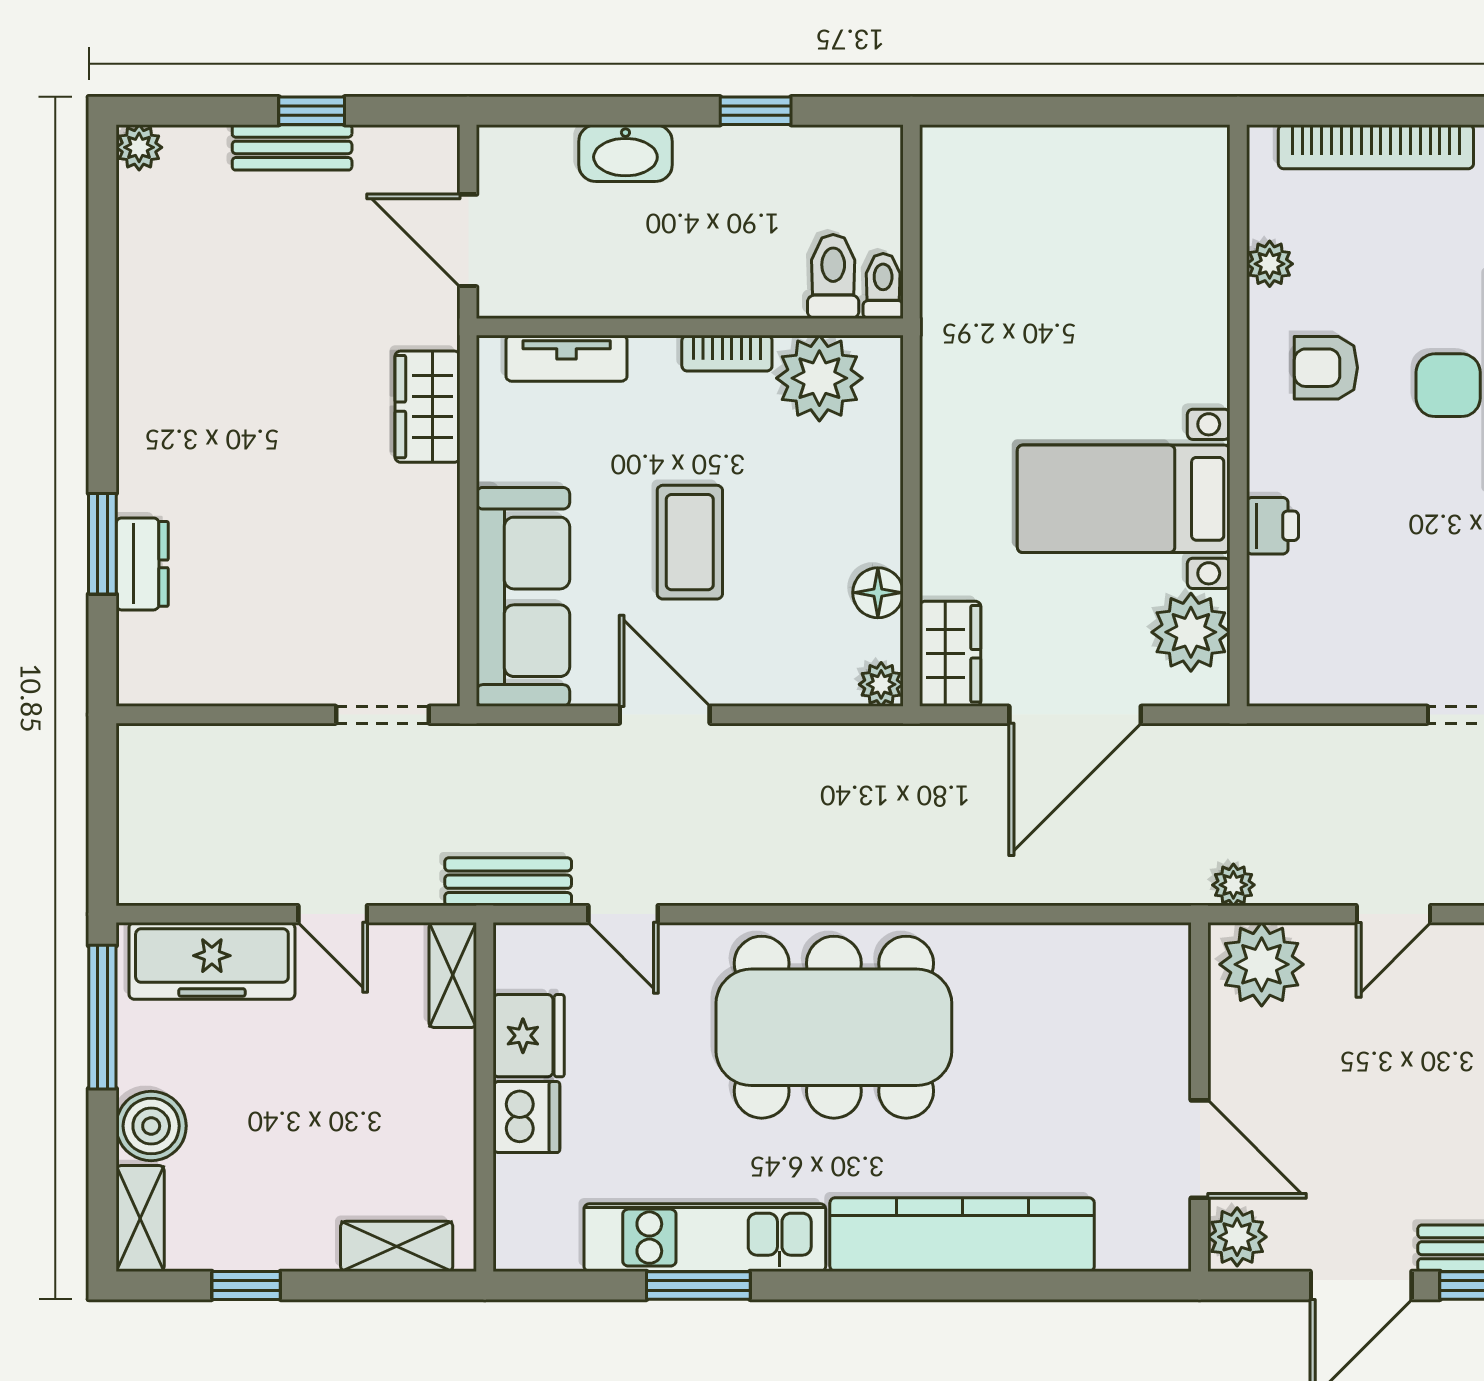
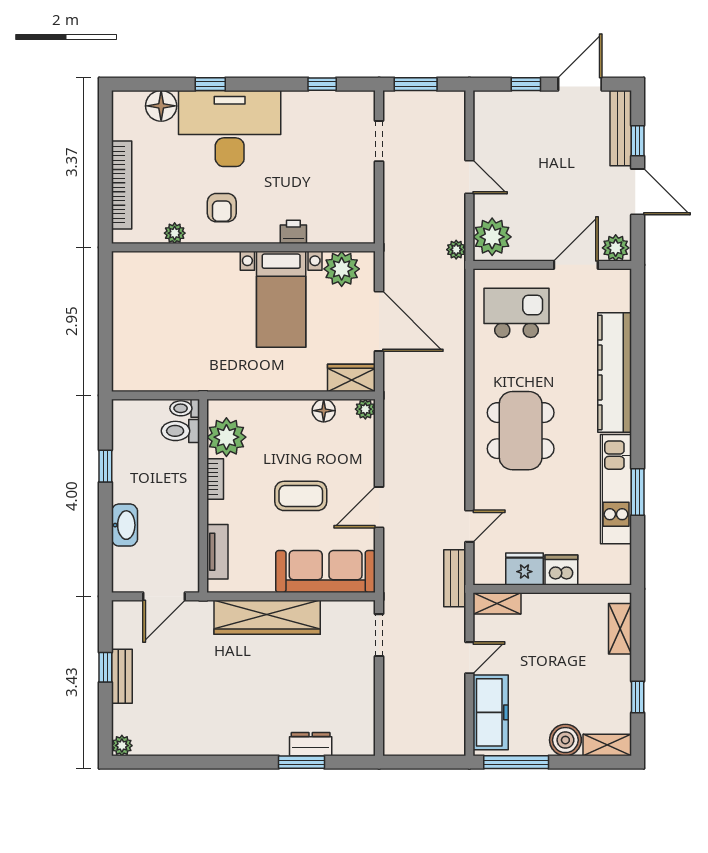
wardrobe: (427, 407) -> (267, 617), width x2.10, depth x1.17
kitchen island: (1094, 1018) -> (517, 313), added
dining table: (834, 1027) -> (521, 431), width x0.73, depth x0.80

